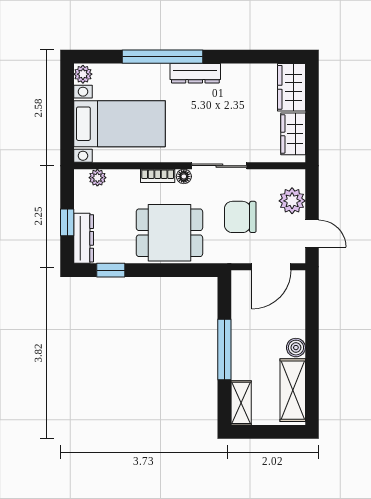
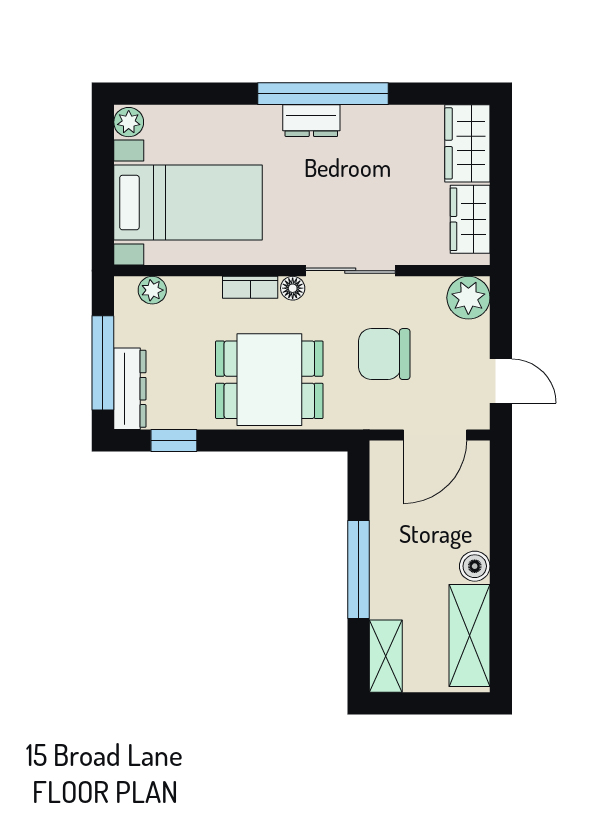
window: (162, 57) -> (323, 94), moved
dresser: (195, 73) -> (311, 121), width x0.70
plant: (292, 201) -> (468, 298), moved
window: (67, 222) -> (103, 363), width x2.17

